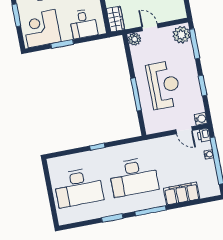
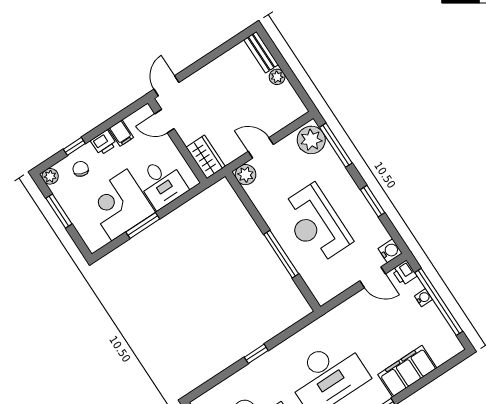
corner desk: (42, 29) -> (119, 205), moved
reception desk: (164, 85) -> (316, 224), turned 180

